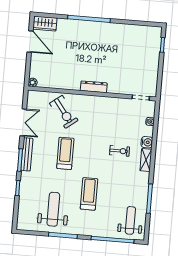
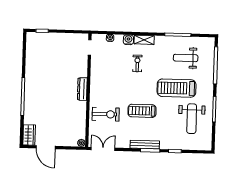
door: (30, 42) -> (46, 147), swing flipped
exercise bike: (64, 112) -> (106, 114), turned 37
double door: (23, 122) -> (103, 149), moved
treadmill: (89, 194) -> (177, 88), width x1.37, depth x1.38
weight bench: (53, 209) -> (192, 119), turned -90
weight bench: (130, 220) -> (186, 58), moved

